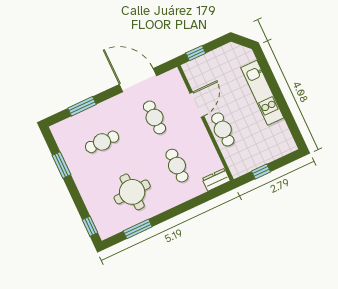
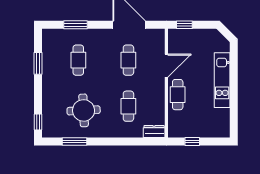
cafe table: (102, 142) -> (78, 60), turned 90

